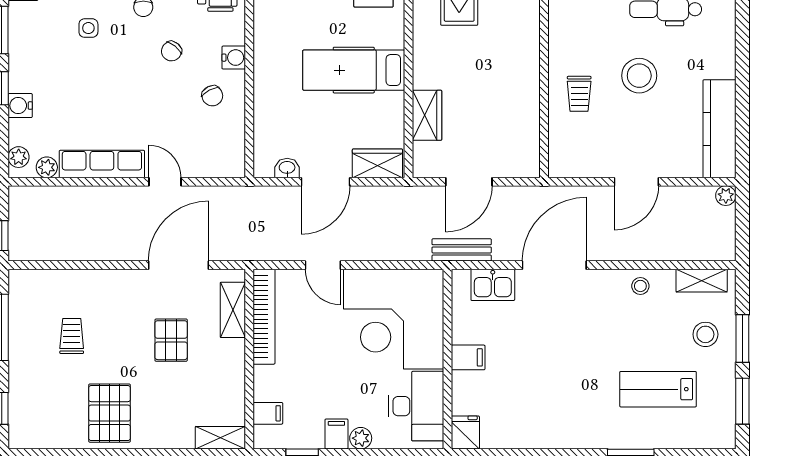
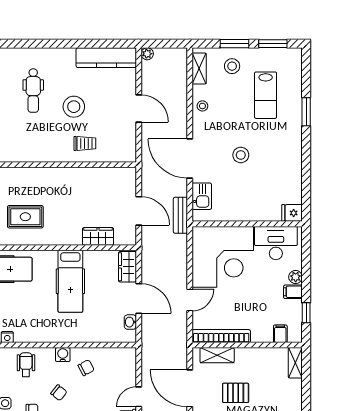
stool: (560, 349) -> (241, 155), added
filing cabinet: (468, 357) -> (246, 211), removed

